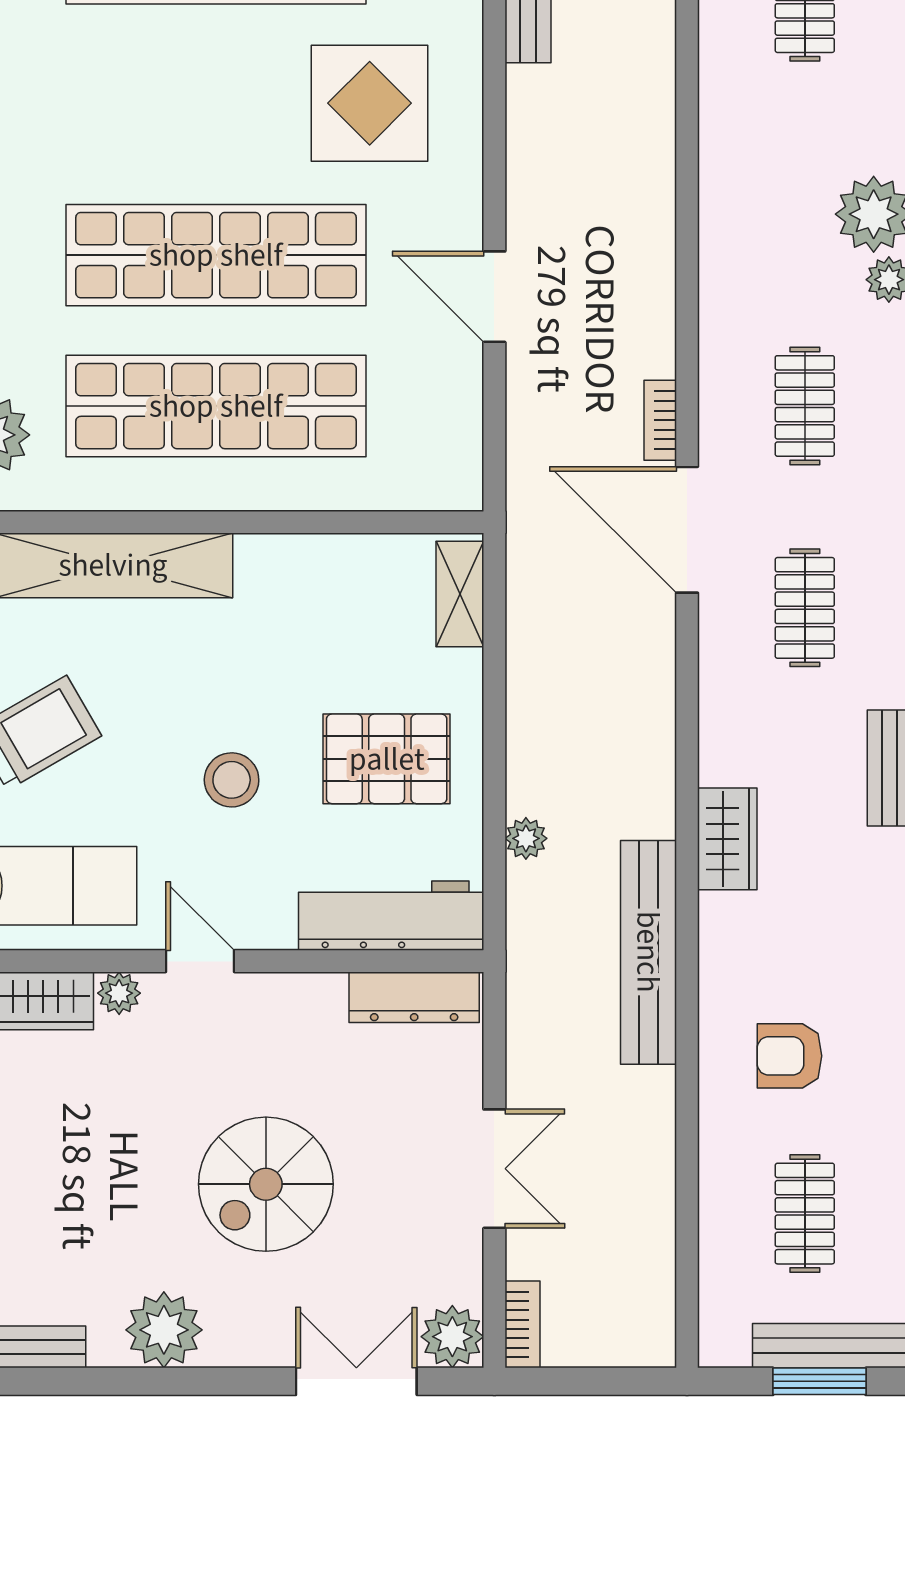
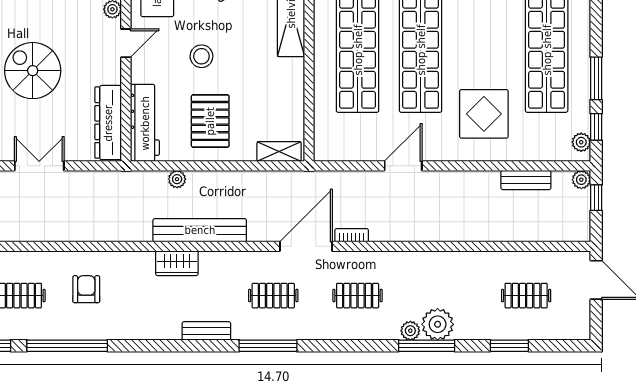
bench: (648, 952) -> (200, 230), moved
dresser: (414, 997) -> (108, 123), width x1.37, depth x1.24
double door: (494, 1169) -> (39, 166), swing flipped

